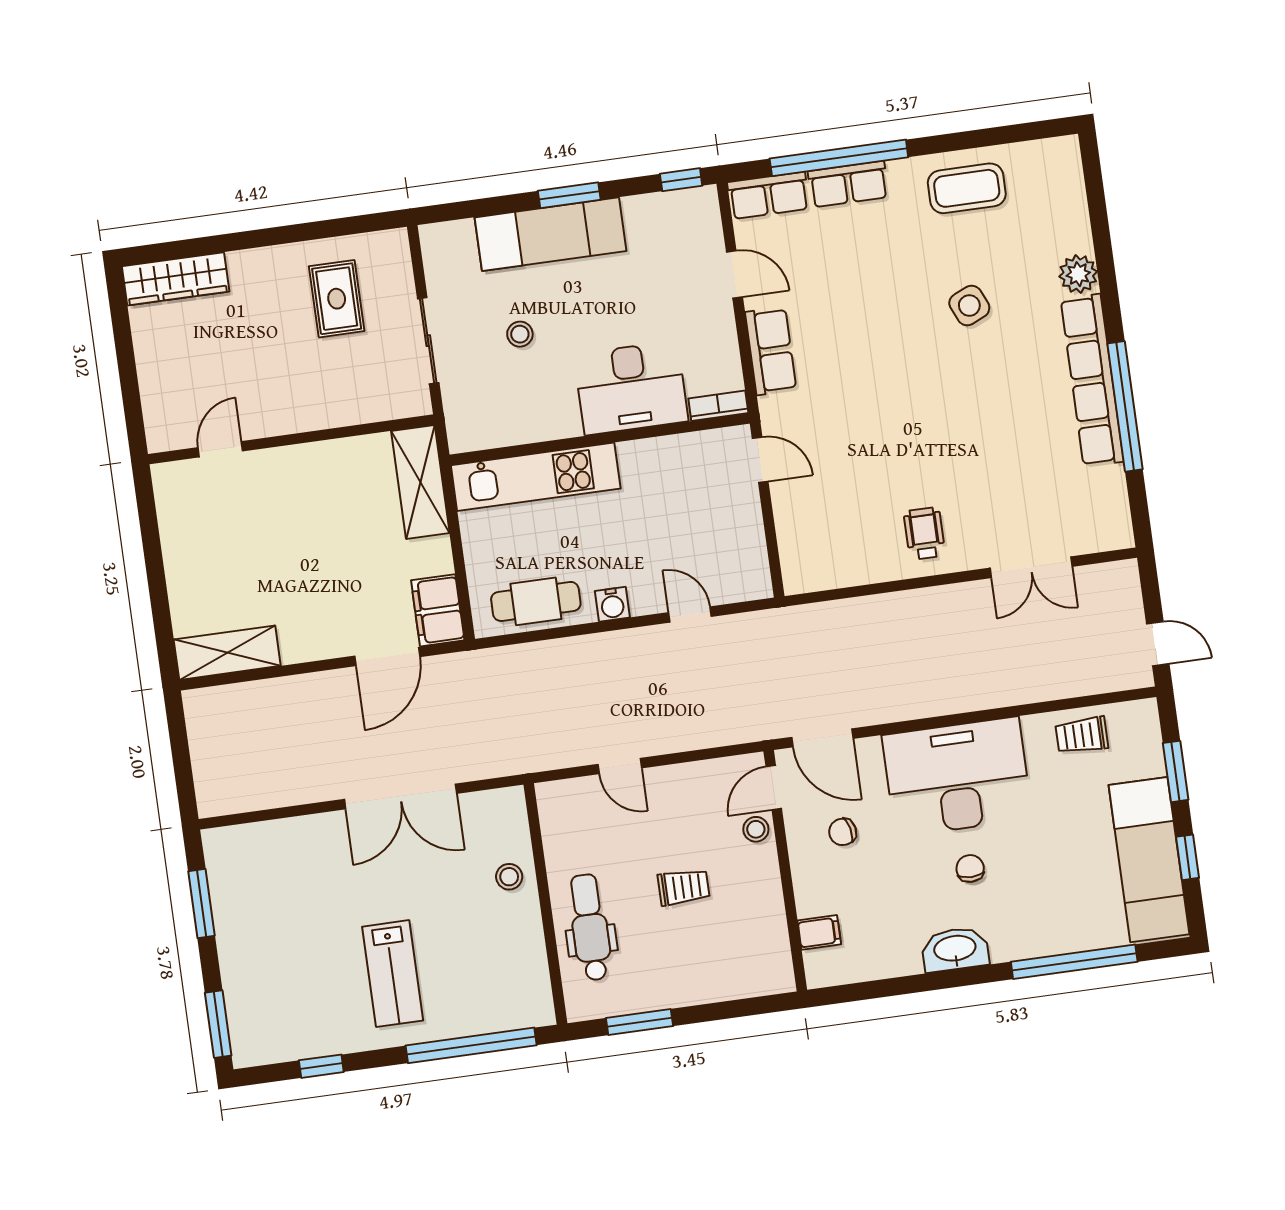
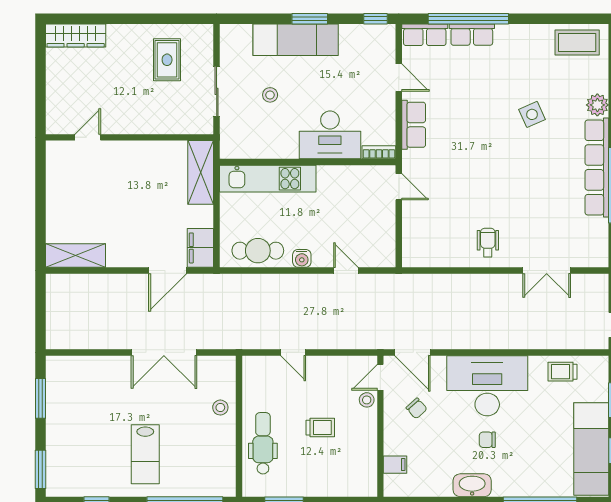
coffee table: (967, 188) -> (577, 42), moved
chair: (843, 832) -> (417, 408), turned -119
chair: (970, 868) -> (487, 440), turned -90

